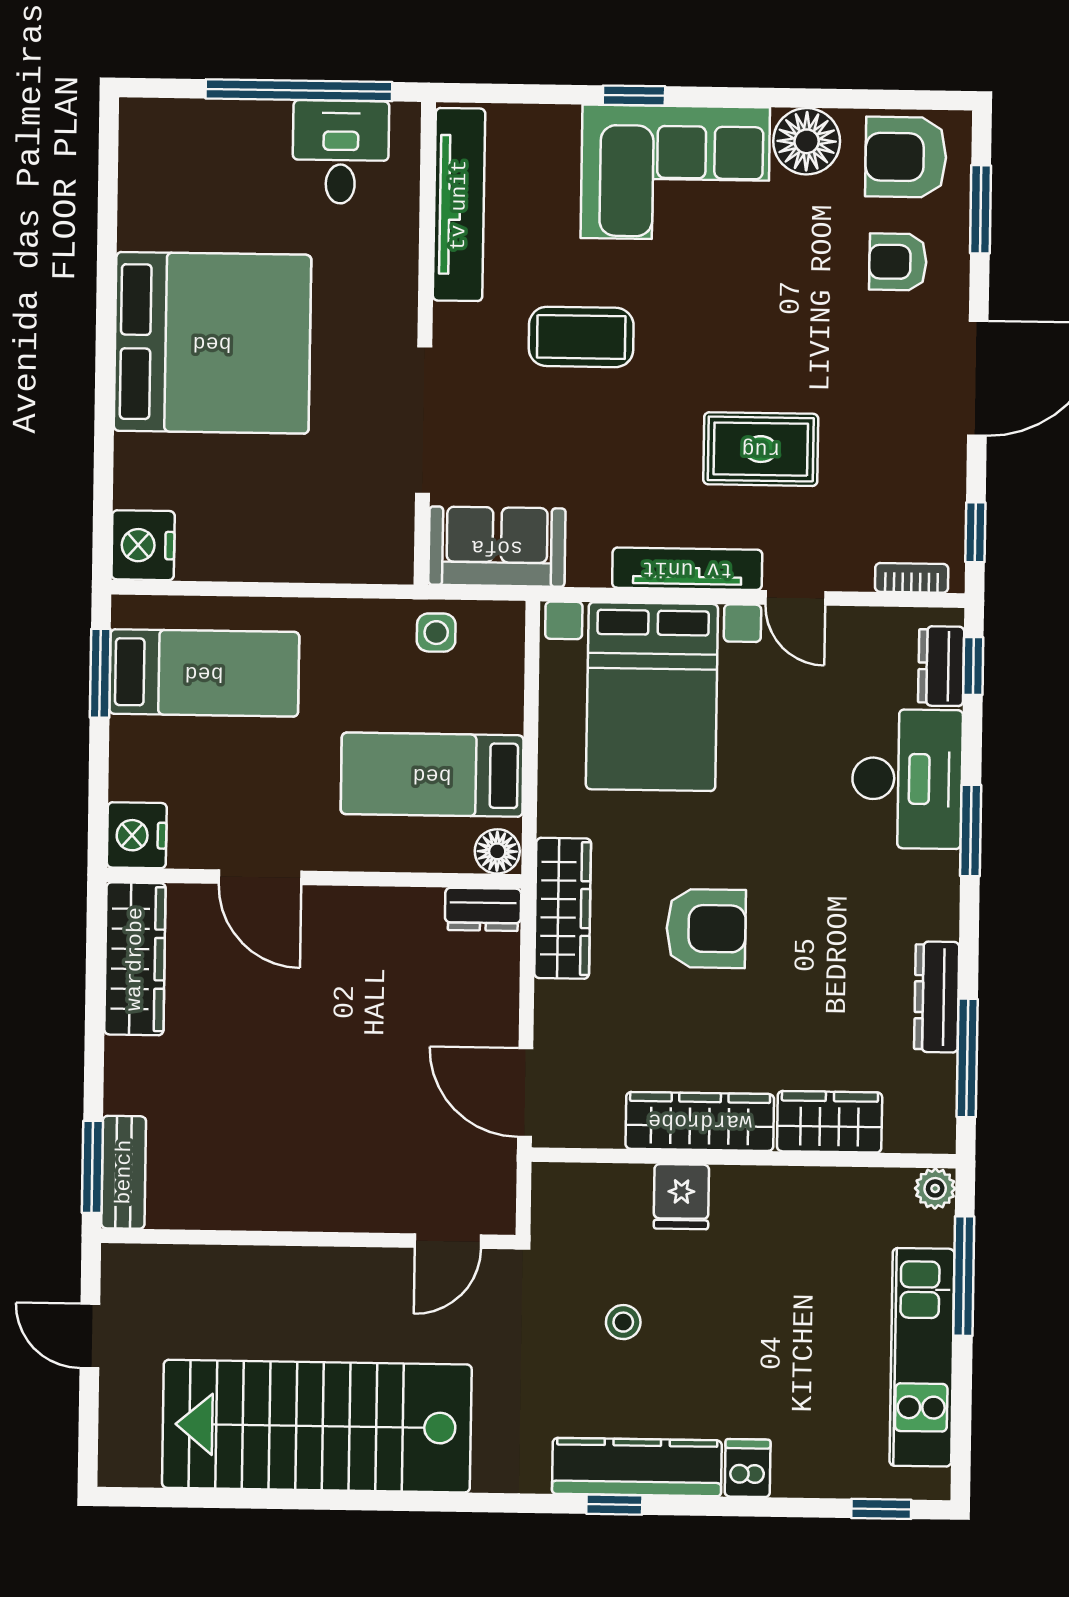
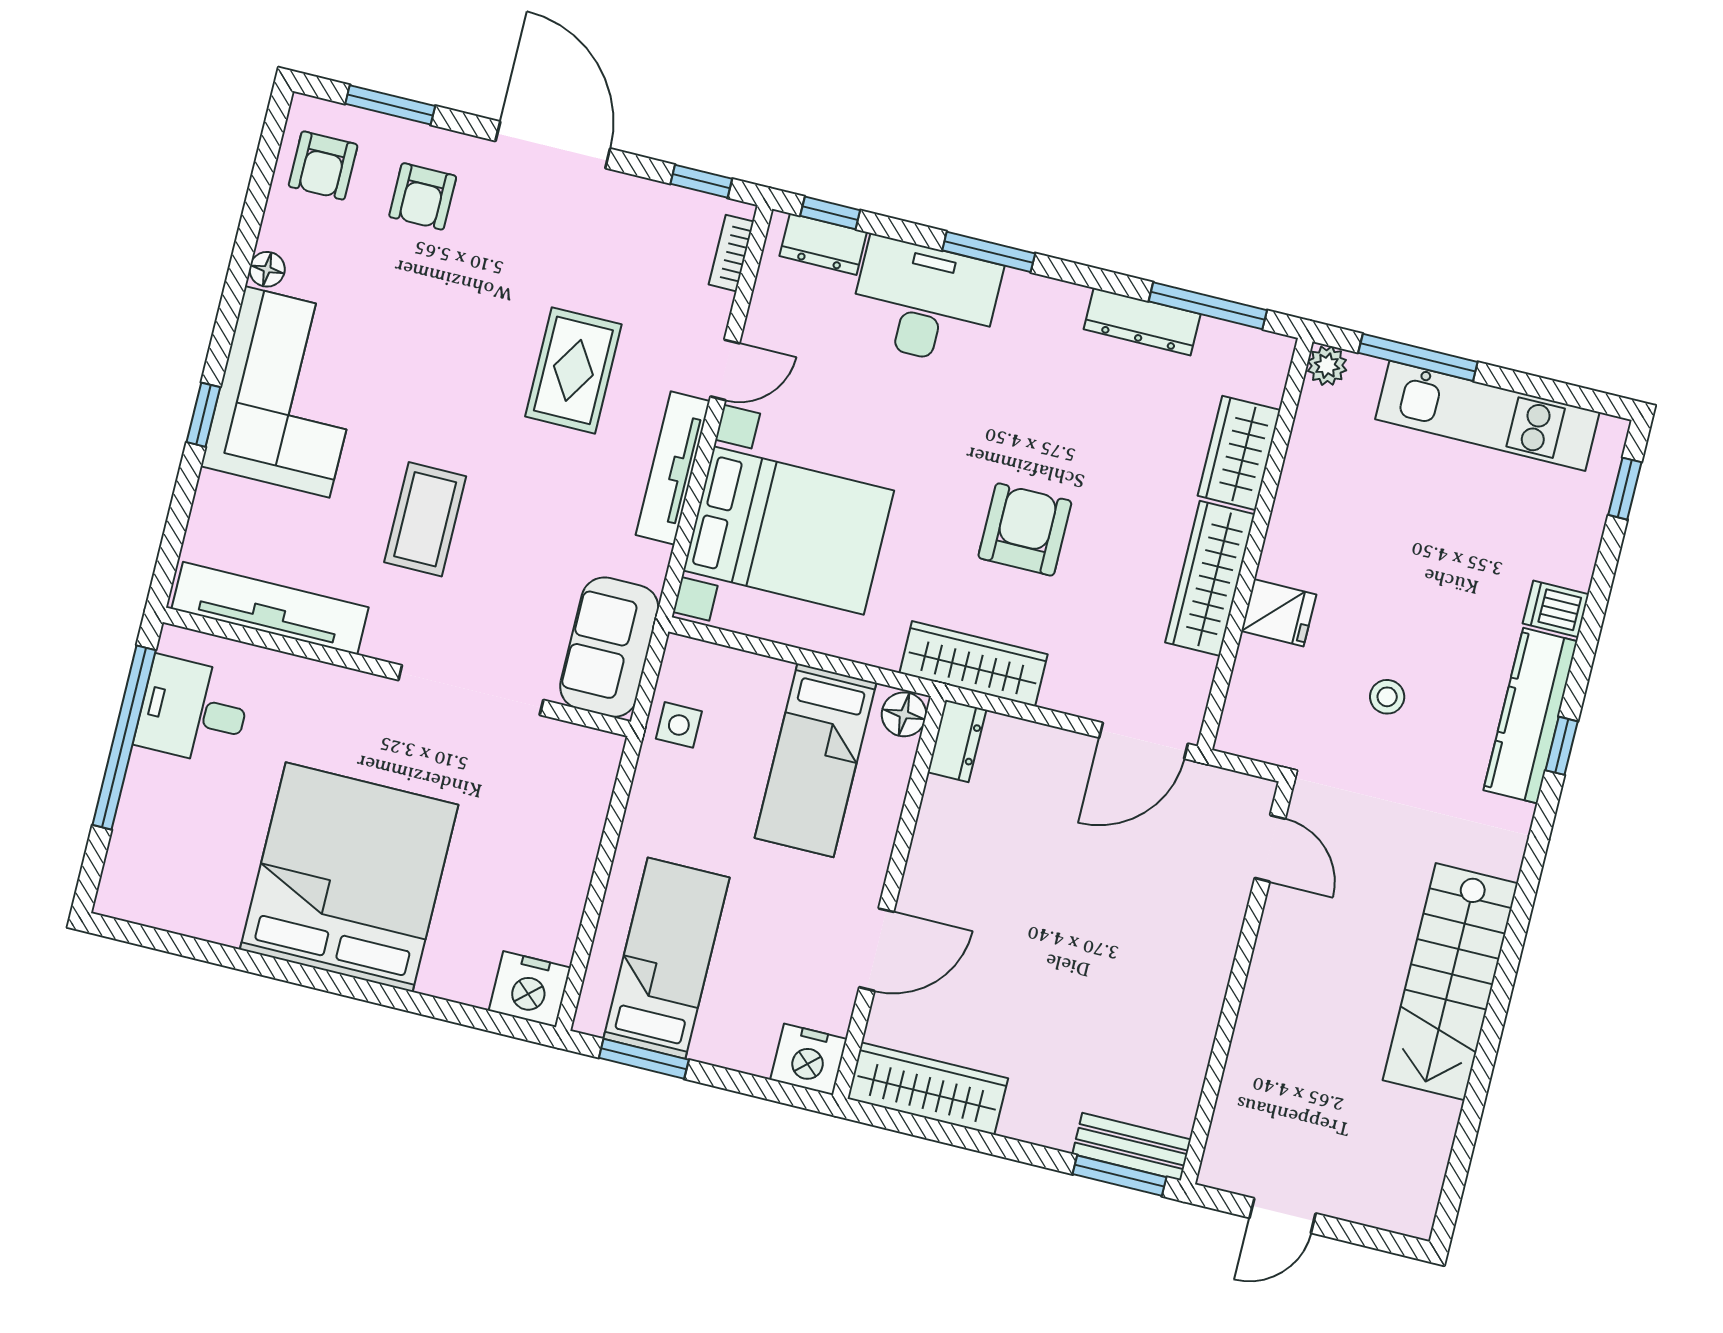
floor lamp: (807, 141) -> (267, 269), width x0.53, depth x0.53
armchair: (906, 157) -> (323, 165), width x0.72, depth x0.72
stairs: (317, 1426) -> (1450, 982), width x0.73, depth x0.66

